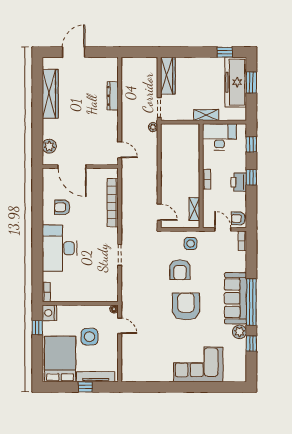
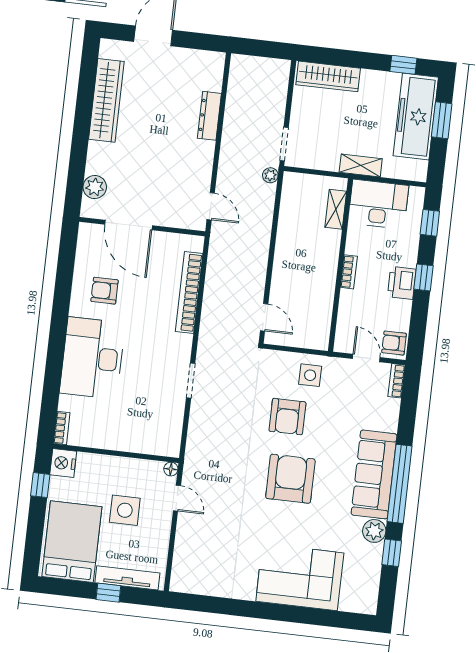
wardrobe: (168, 76) -> (328, 76), moved, turned 90
shelving: (194, 209) -> (336, 209), moved

